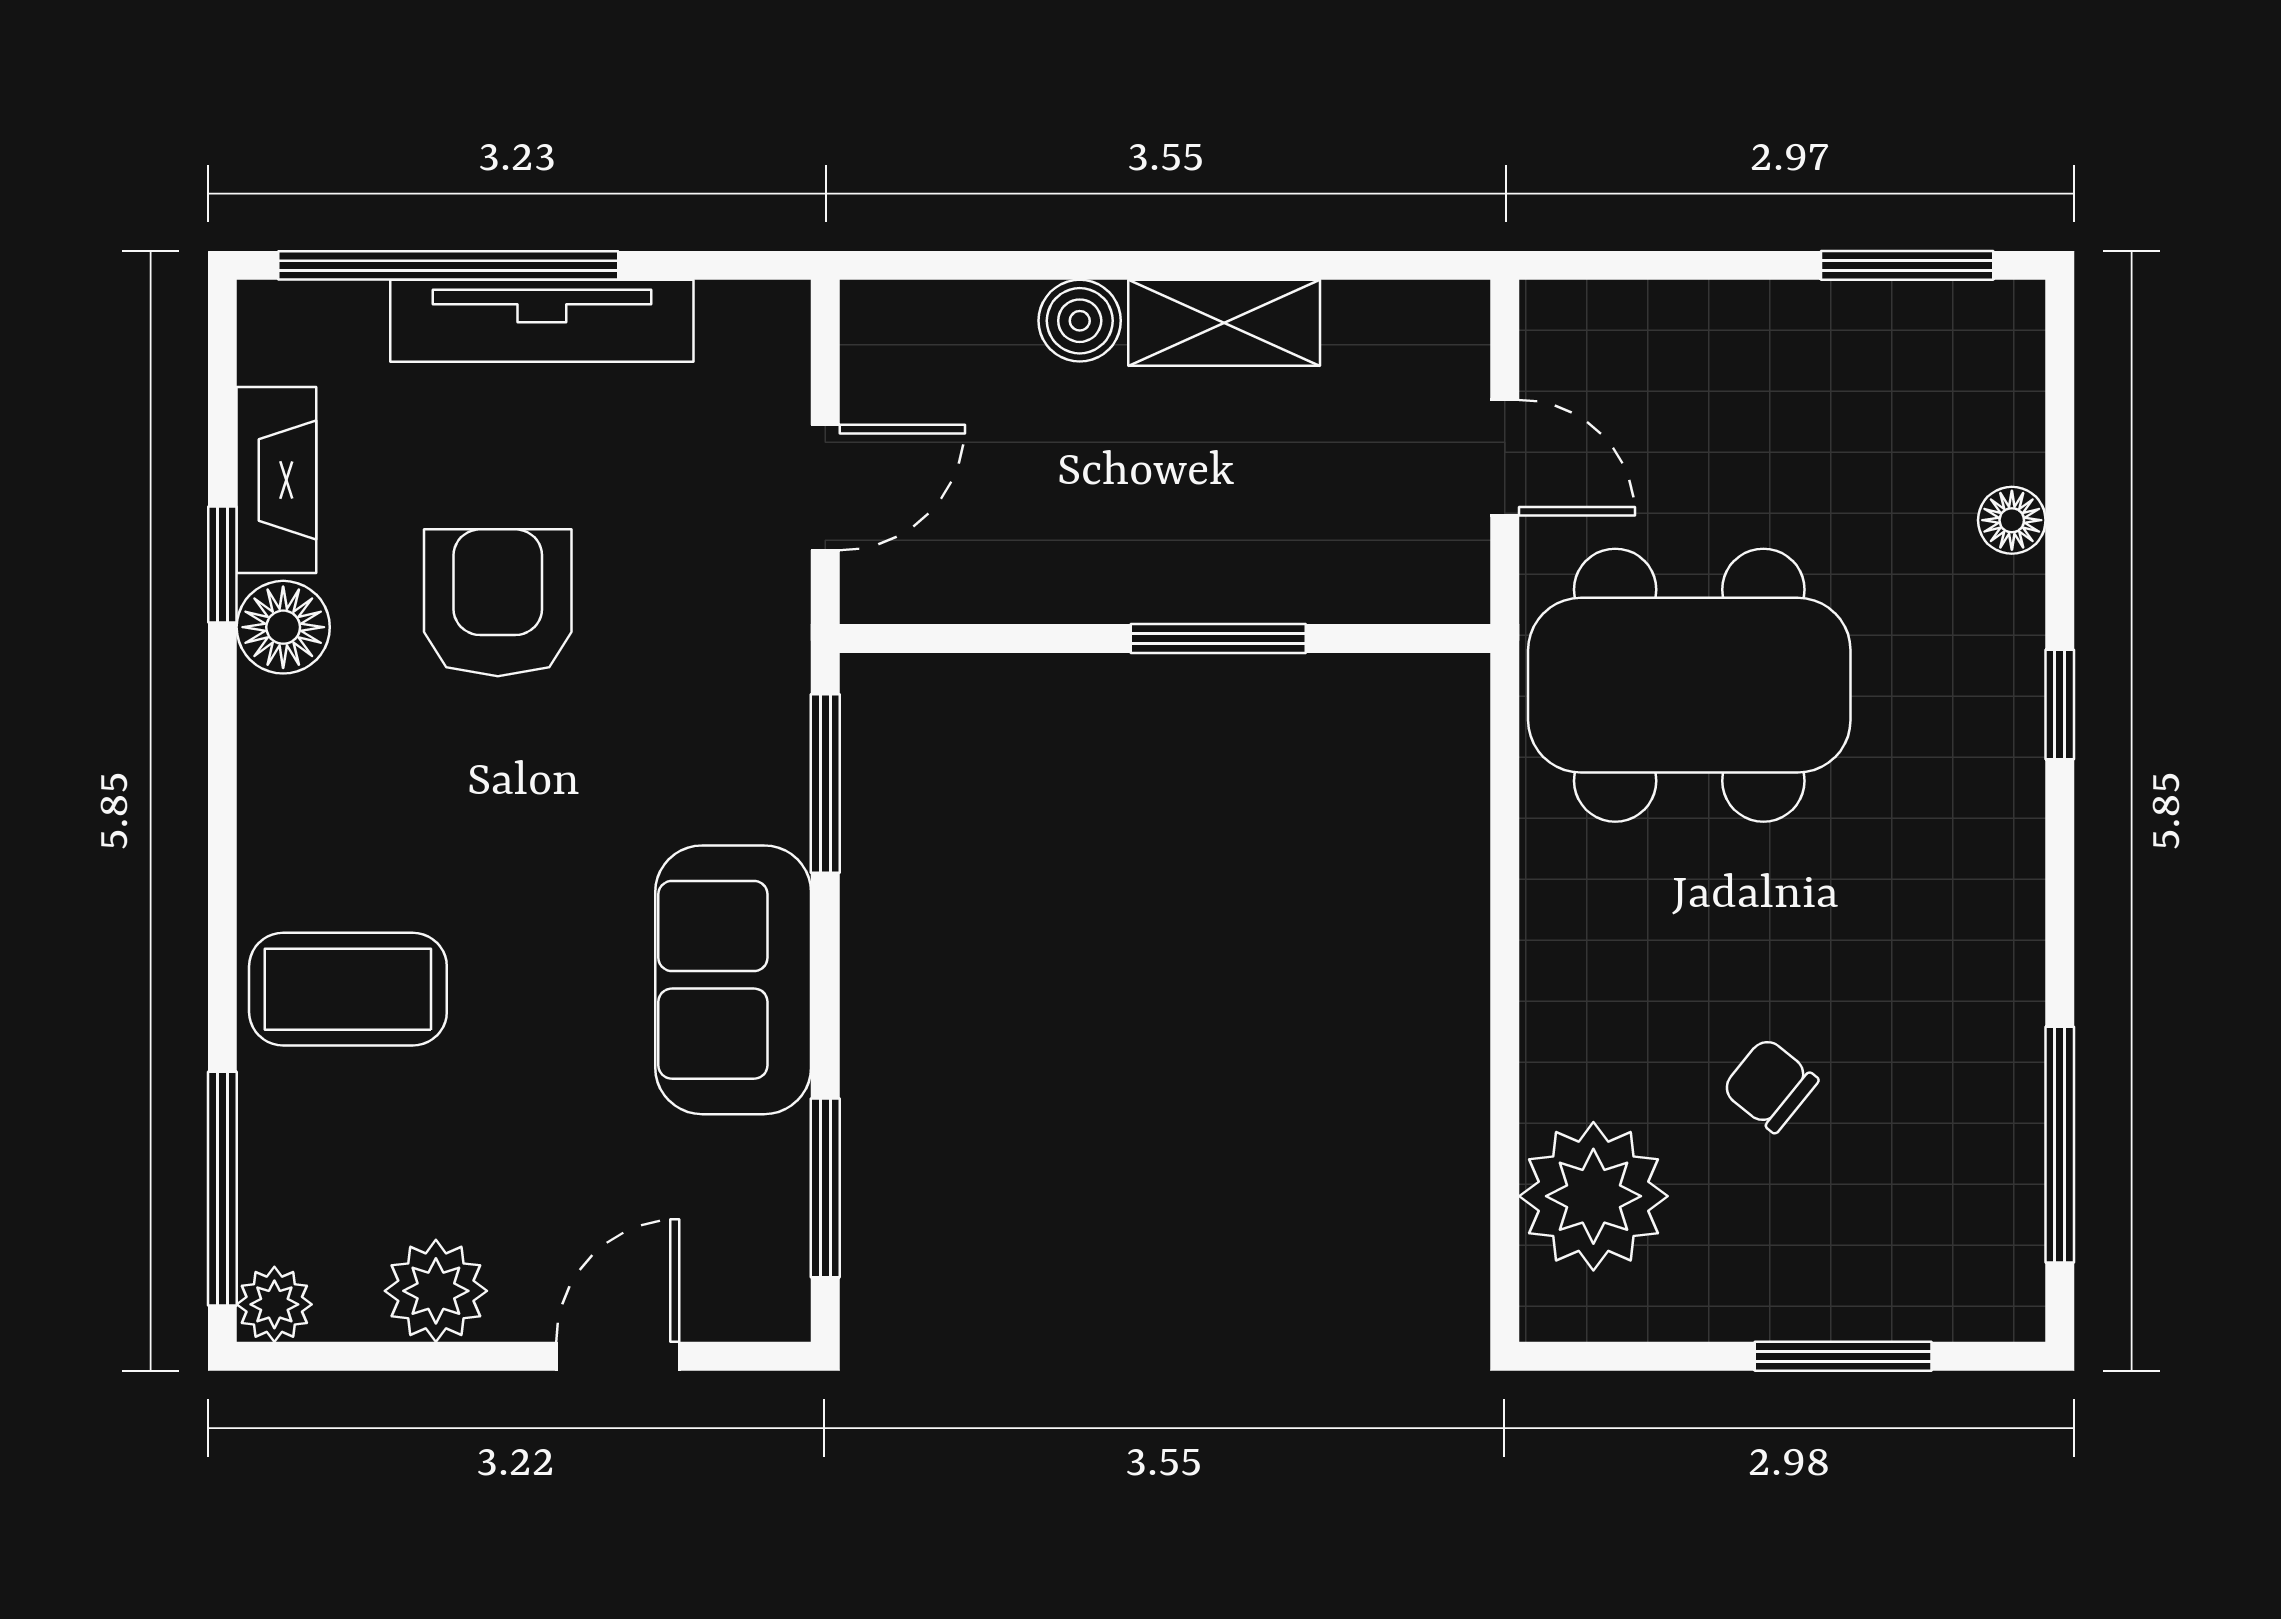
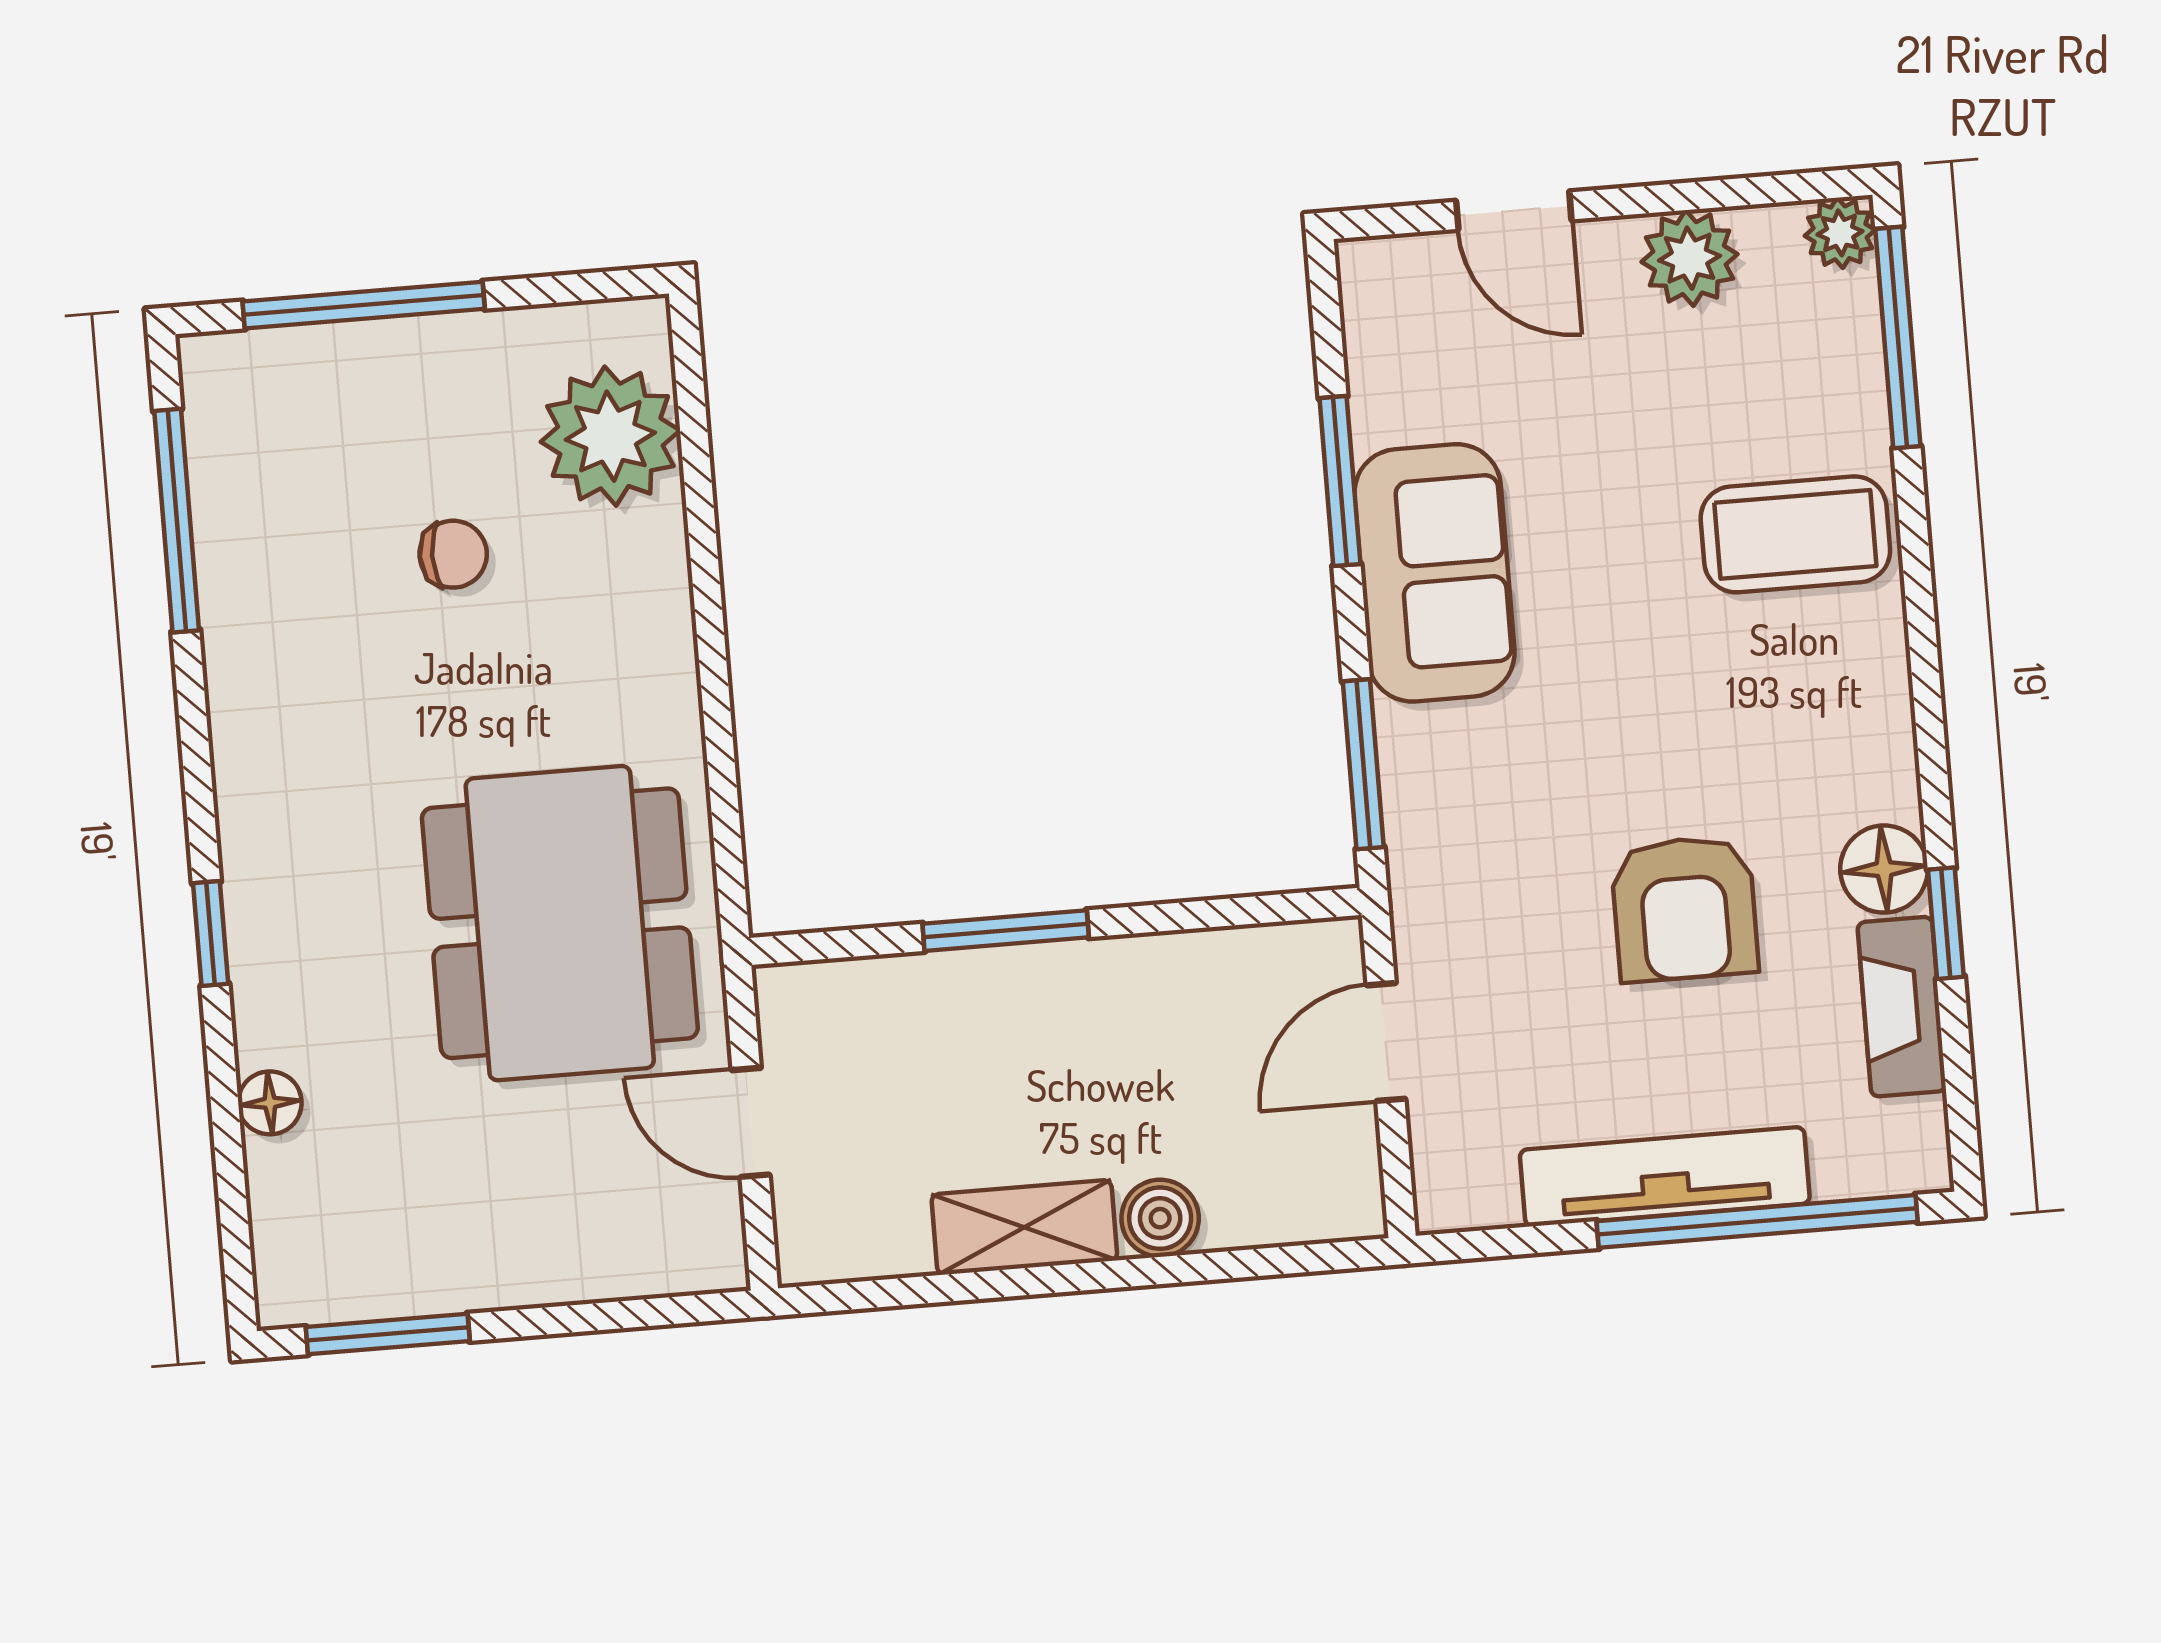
dining table: (1689, 685) -> (560, 923), turned 90
chair: (1770, 1085) -> (453, 554), turned -39
window: (825, 1188) -> (1340, 481), moved
door: (618, 1356) -> (1514, 211), hinge flipped
window: (1843, 1356) -> (364, 305), width x1.44

